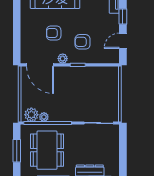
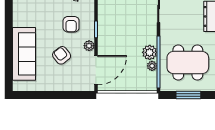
armchair: (54, 33) -> (62, 55), turned 142
plant: (31, 115) -> (150, 52), moved

